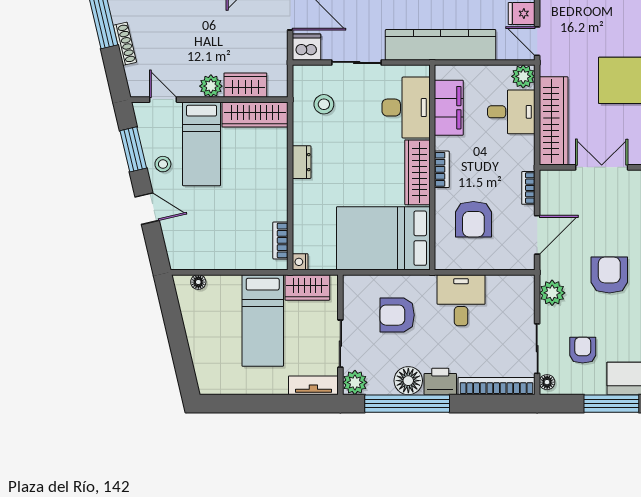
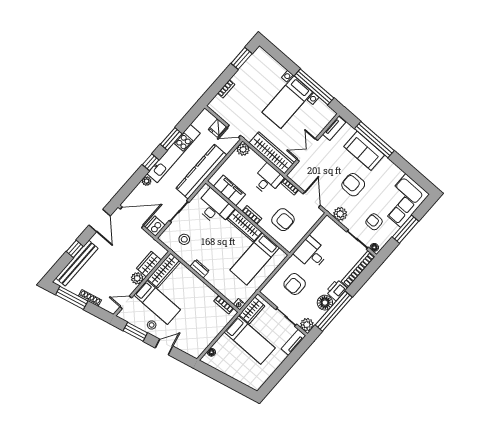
desk: (511, 112) -> (268, 179), moved
bed: (383, 238) -> (255, 259), width x0.67

